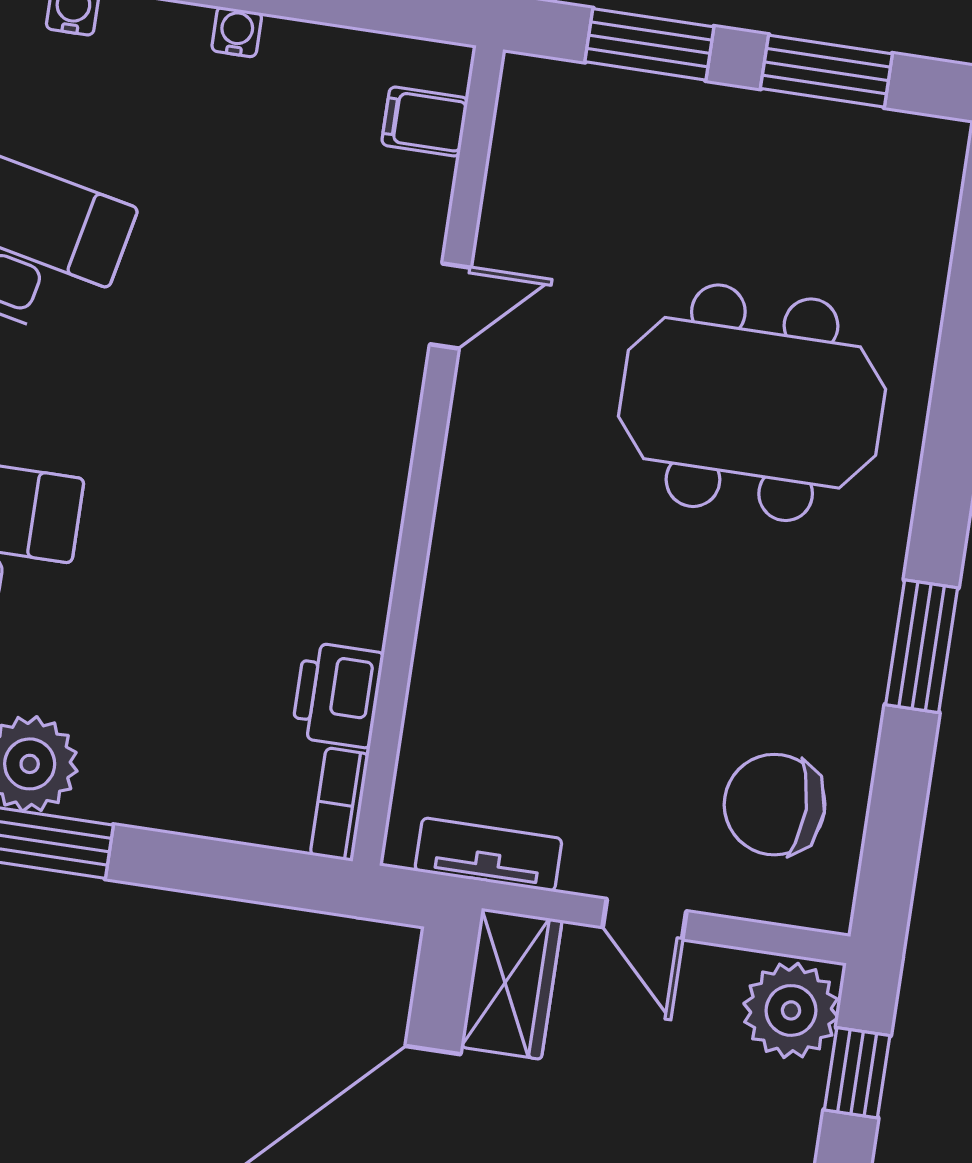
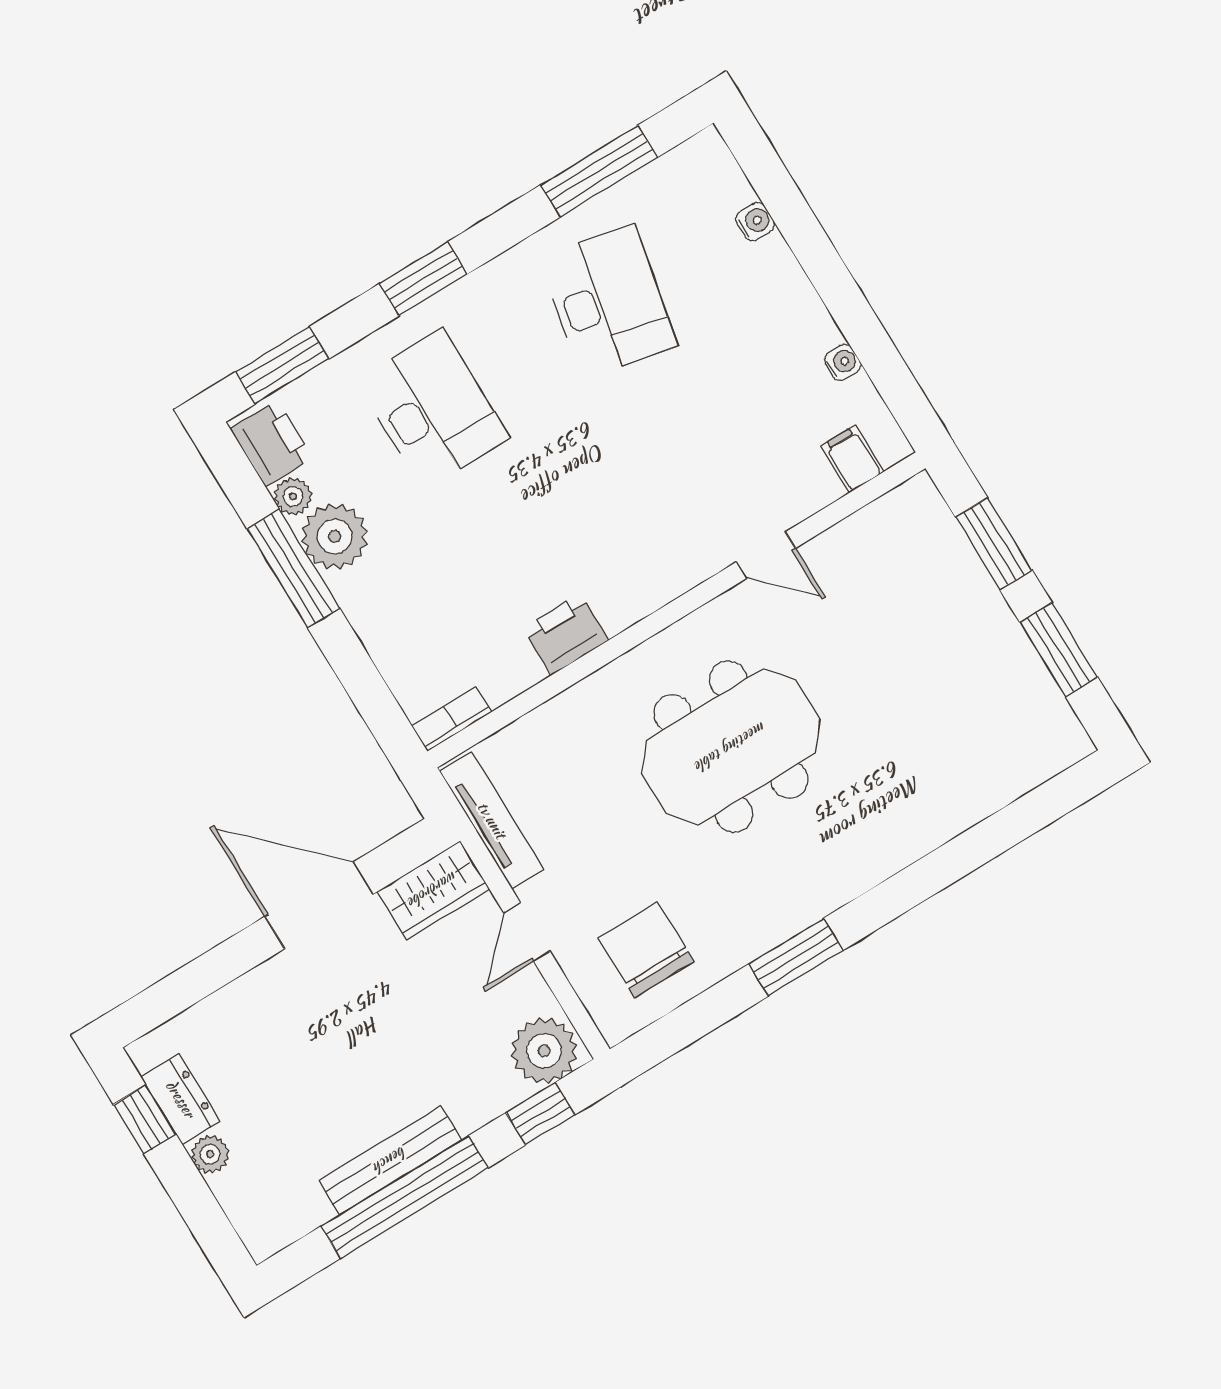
water cooler: (237, 32) -> (842, 362), moved
meeting table: (752, 403) -> (731, 747), moved, turned 90
printer: (338, 695) -> (566, 634), moved
tv unit: (488, 855) -> (492, 820), width x1.41

